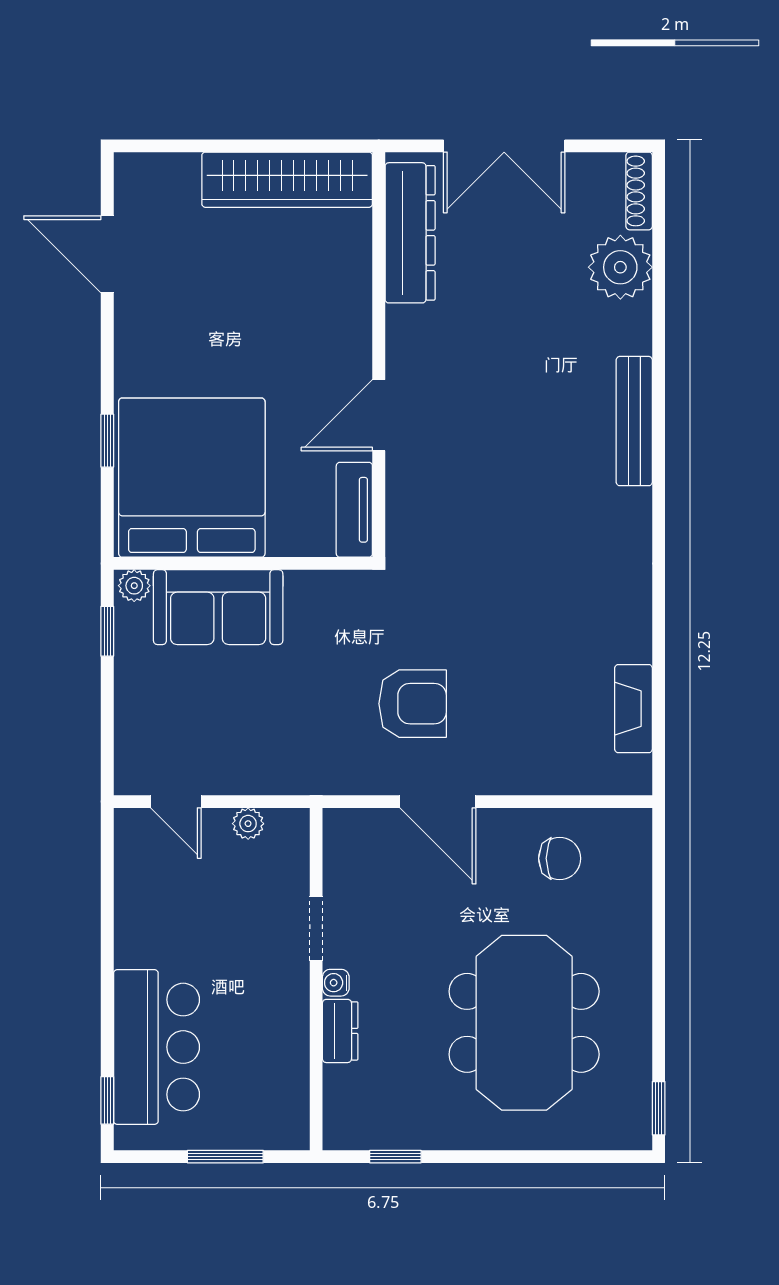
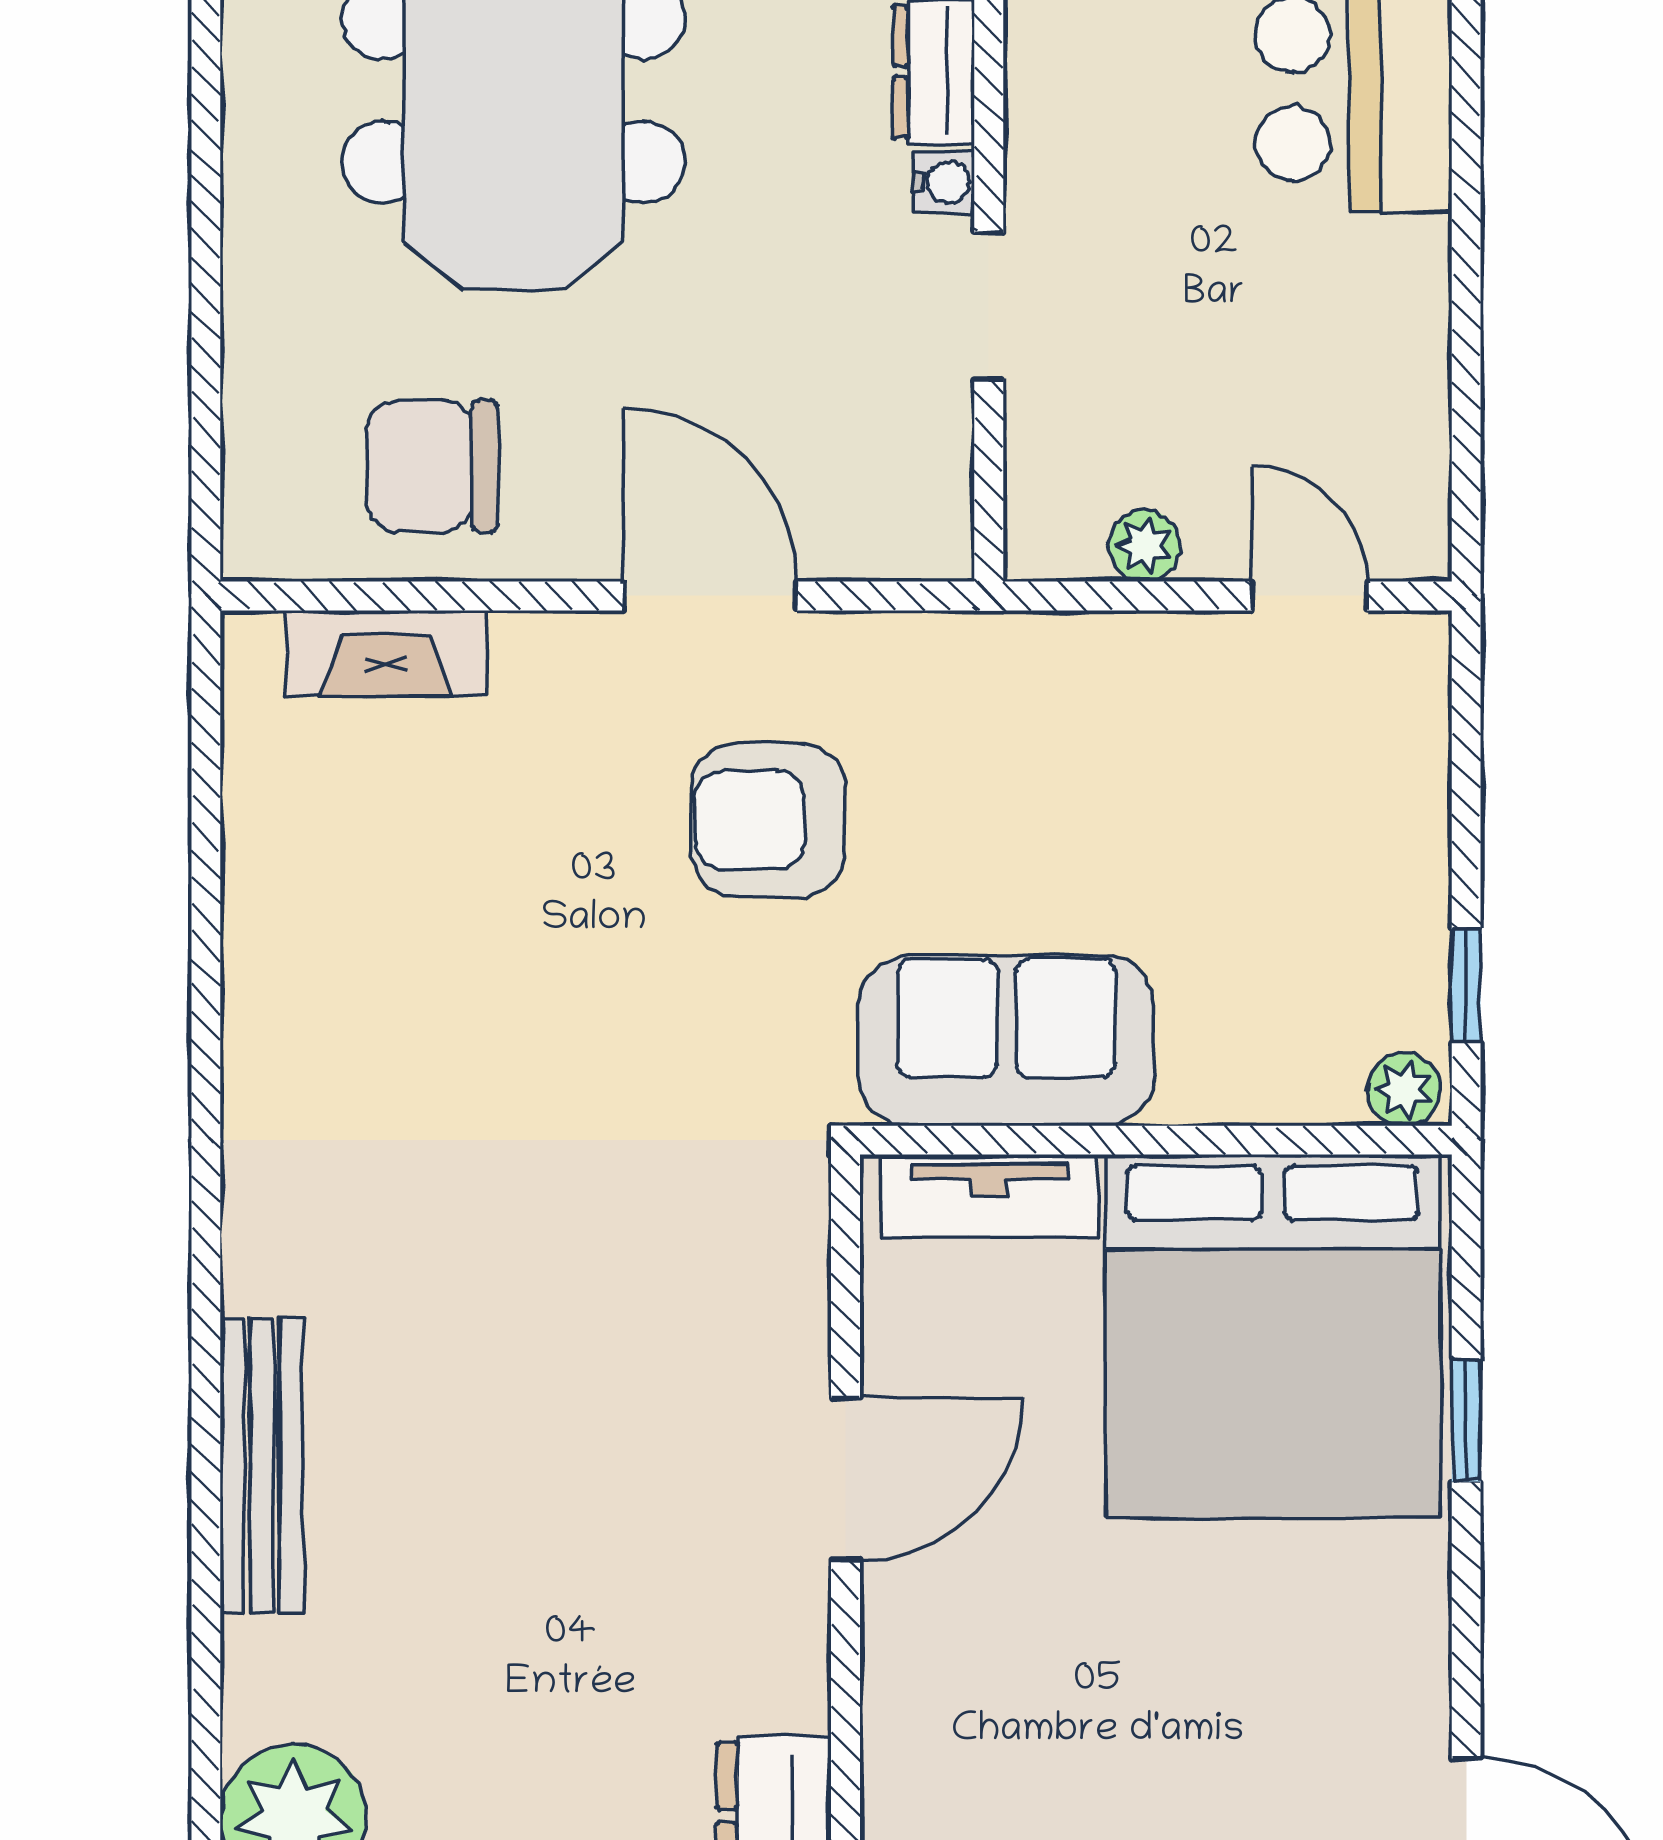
tv unit: (354, 510) -> (989, 1196), moved, turned 90
sofa: (218, 607) -> (1007, 1040), moved
fireplace: (634, 709) -> (386, 653), moved, turned 90
chair: (560, 858) -> (432, 466), width x1.37, depth x1.37

